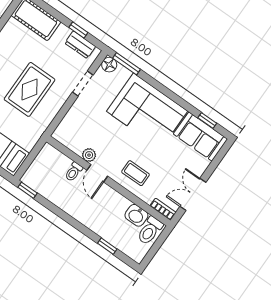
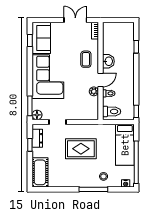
double door: (193, 194) -> (75, 20), swing flipped
washbasin: (136, 215) -> (108, 61), moved
toilet: (150, 231) -> (112, 111), moved

